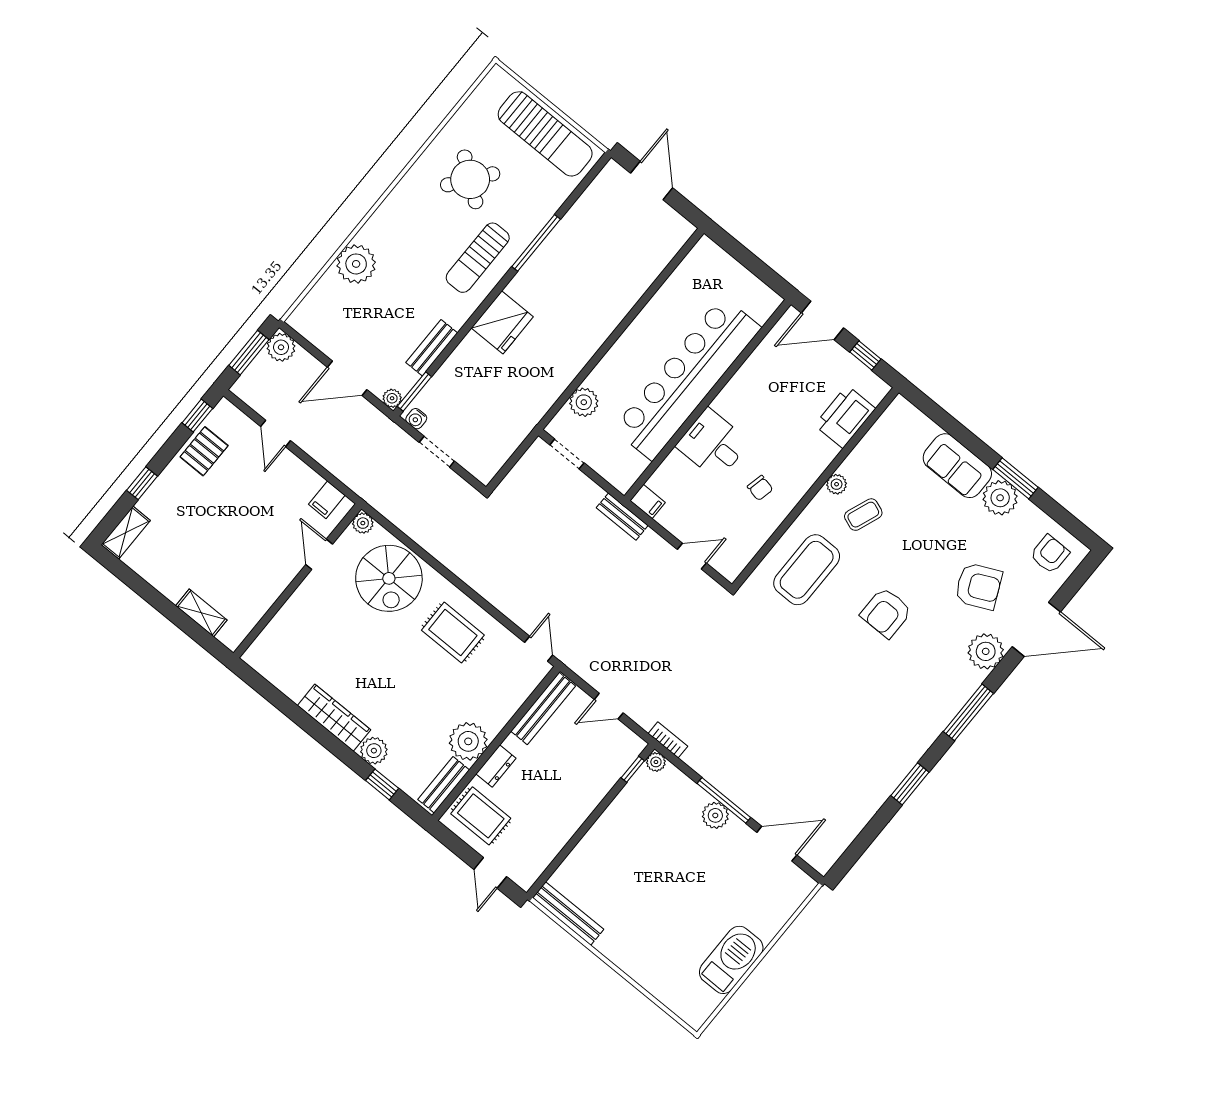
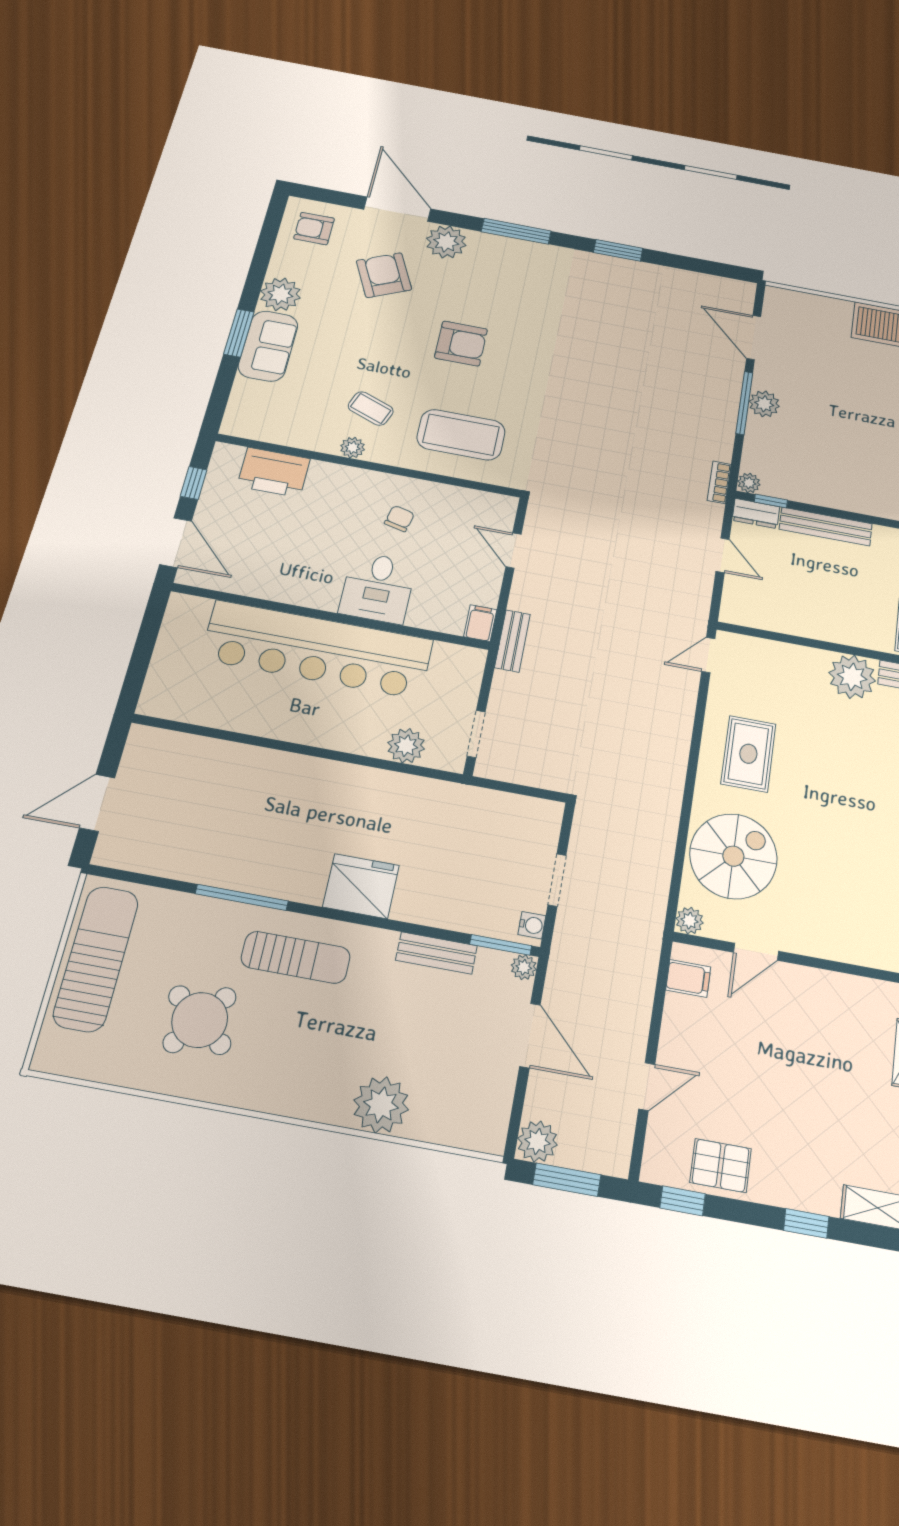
window: (1015, 478) -> (239, 333), moved
bench: (543, 709) -> (826, 526), moved
dresser: (496, 766) -> (756, 513), moved, turned 180

